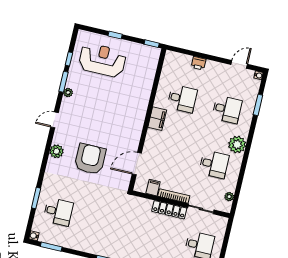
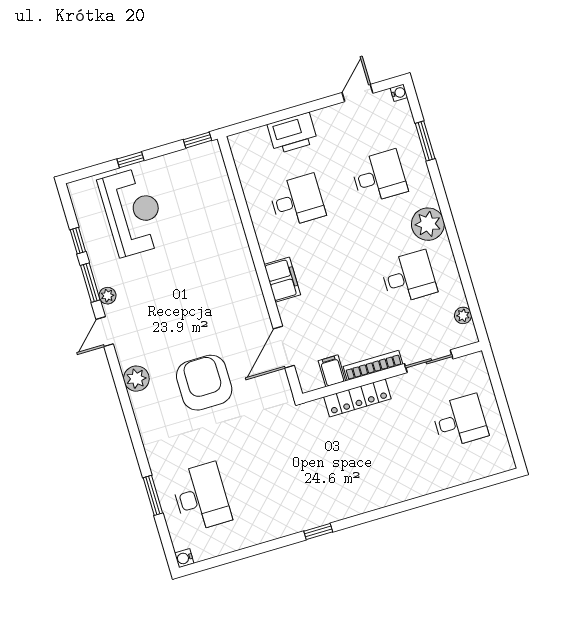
reception desk: (102, 60) -> (133, 212), turned 90
printer: (199, 63) -> (292, 133), width x1.87, depth x1.48
filing cabinet: (157, 119) -> (282, 280), moved
door: (55, 120) -> (105, 332), moved
plant: (57, 151) -> (136, 379), moved
locker: (169, 210) -> (357, 398), moved
desk: (58, 212) -> (201, 497), width x1.37
window: (51, 247) -> (222, 560), removed

